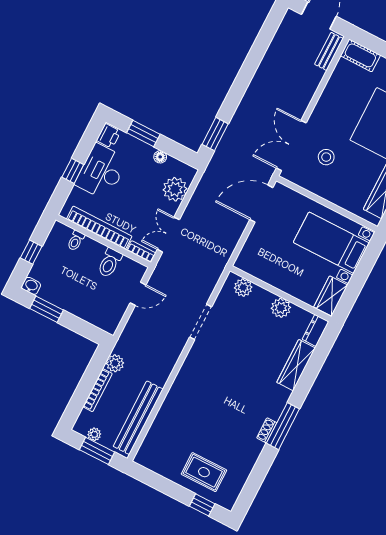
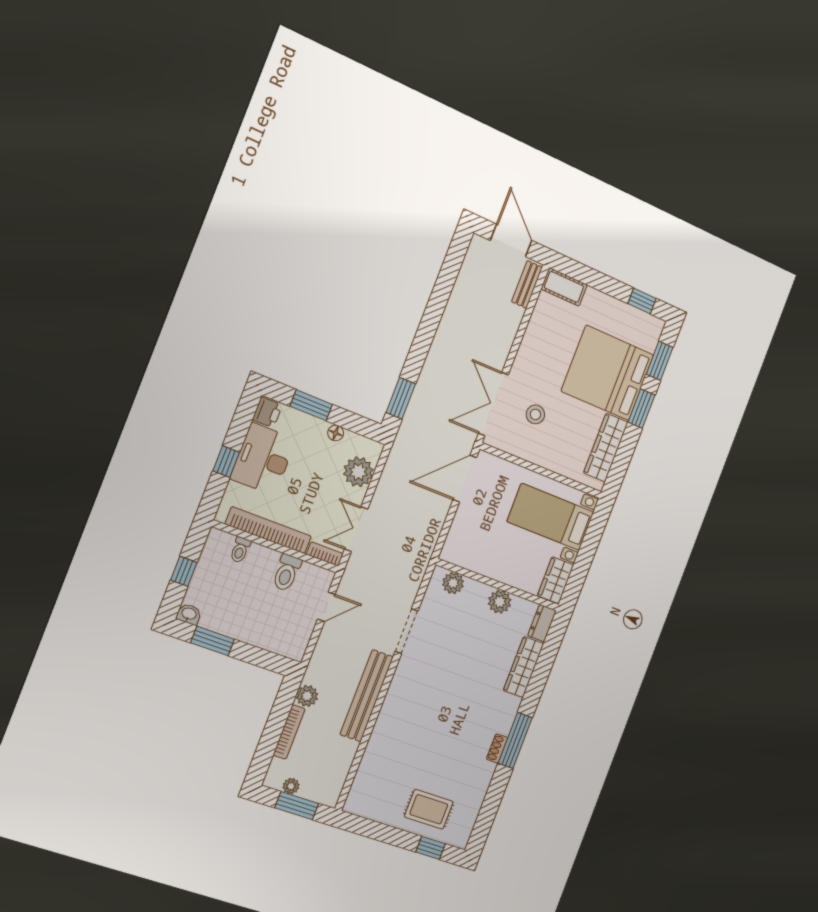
bench: (138, 418) -> (367, 696), moved

